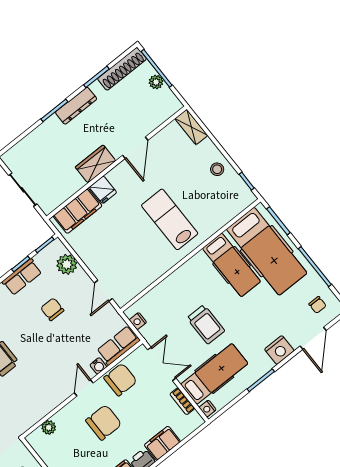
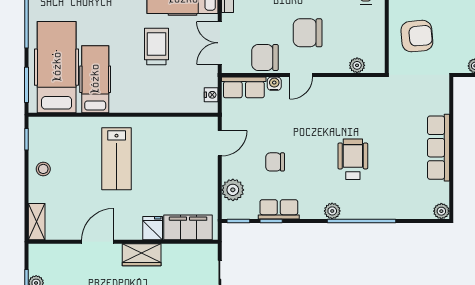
chair: (52, 309) -> (275, 162), turned 90

